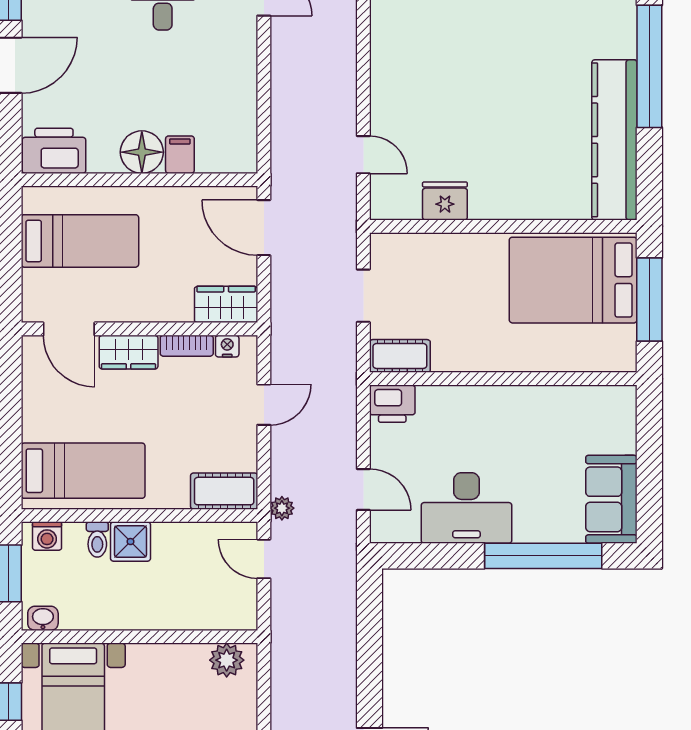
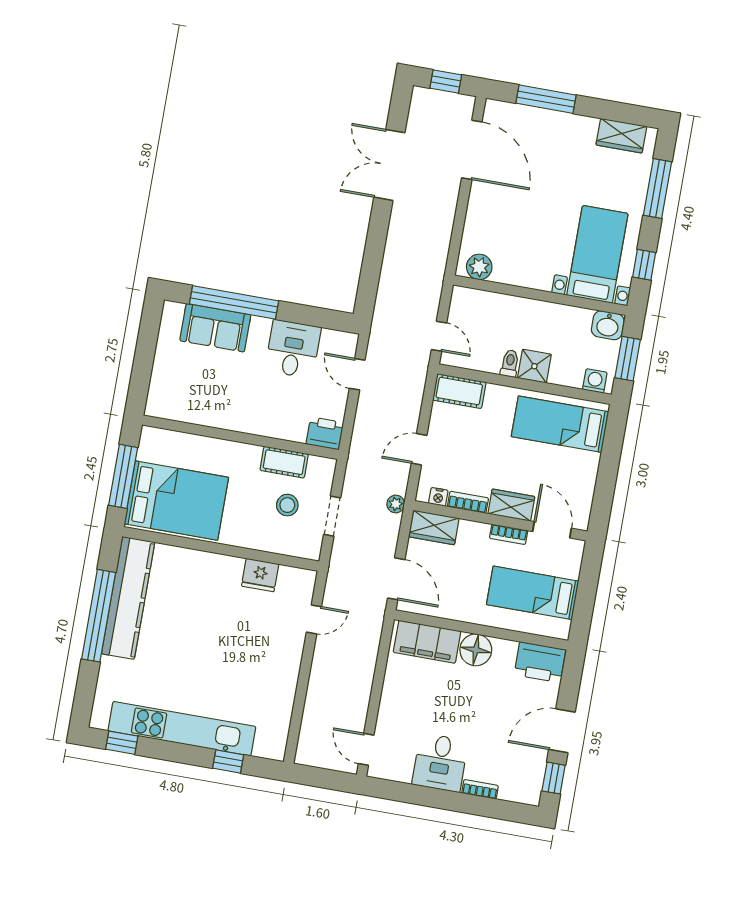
window: (649, 66) -> (99, 616), moved
filing cabinet: (180, 155) -> (427, 642), width x3.00, depth x1.17
door: (363, 155) -> (314, 619), swing flipped
stool: (425, 300) -> (287, 505), added
bookcase: (125, 313) -> (509, 534), added
cot: (400, 356) -> (284, 462), moved
sofa: (611, 499) -> (215, 328), moved, turned 90
plant: (282, 508) -> (396, 504), moved
desk: (466, 508) -> (293, 349), width x0.73
toilet: (97, 539) -> (510, 363), moved
washbasin: (43, 618) -> (608, 325), width x1.38, depth x1.45

